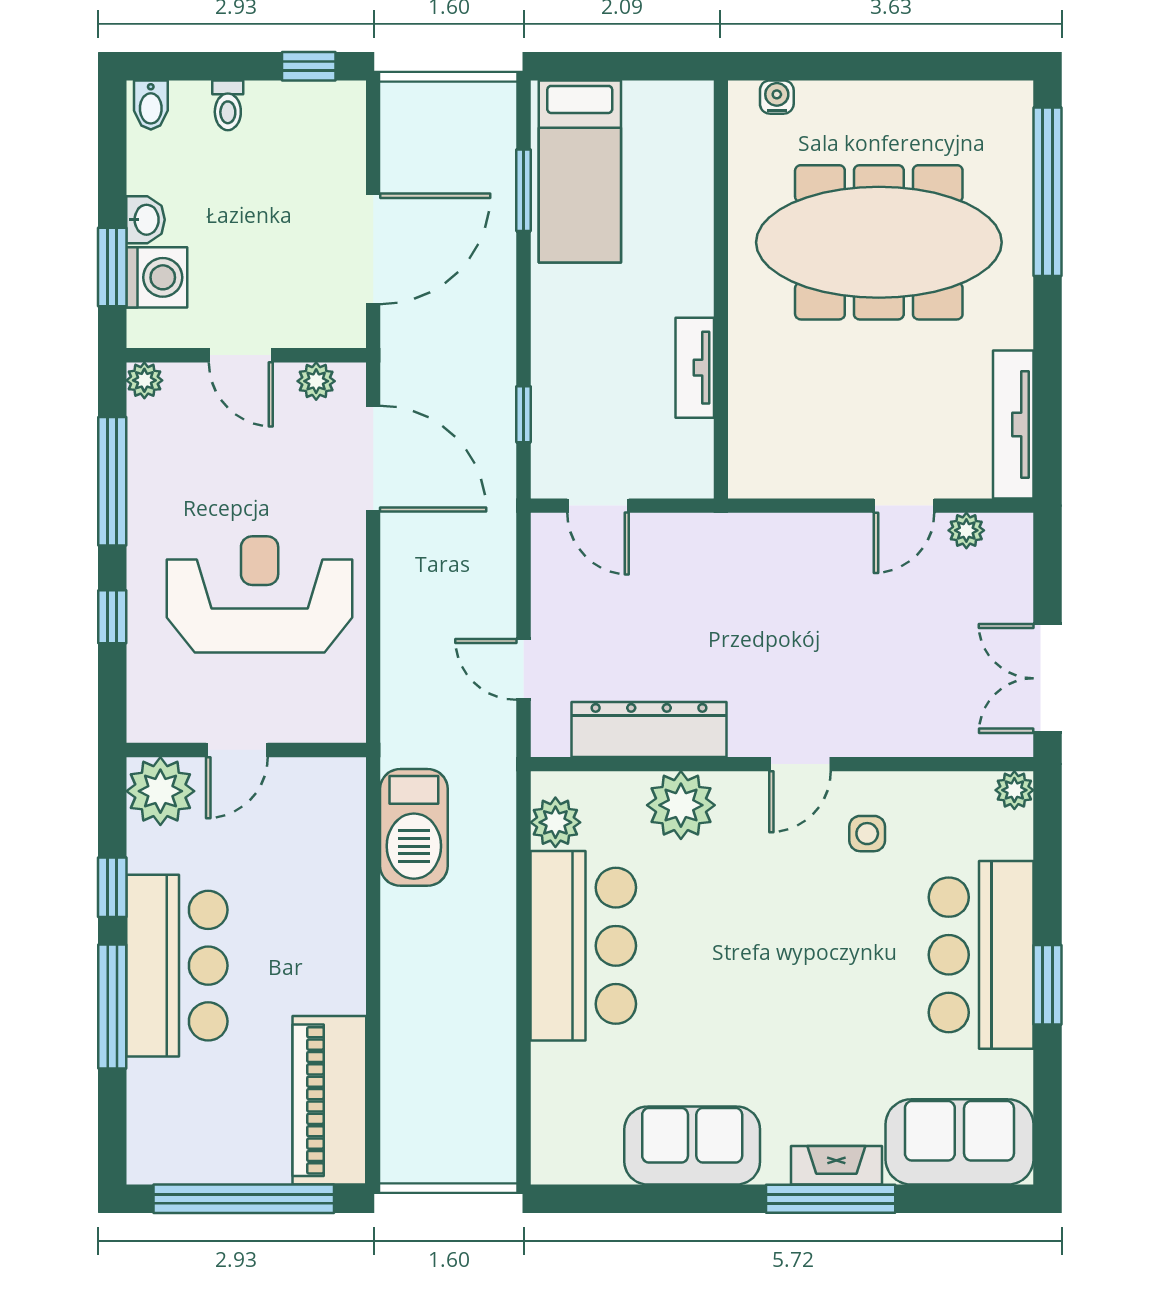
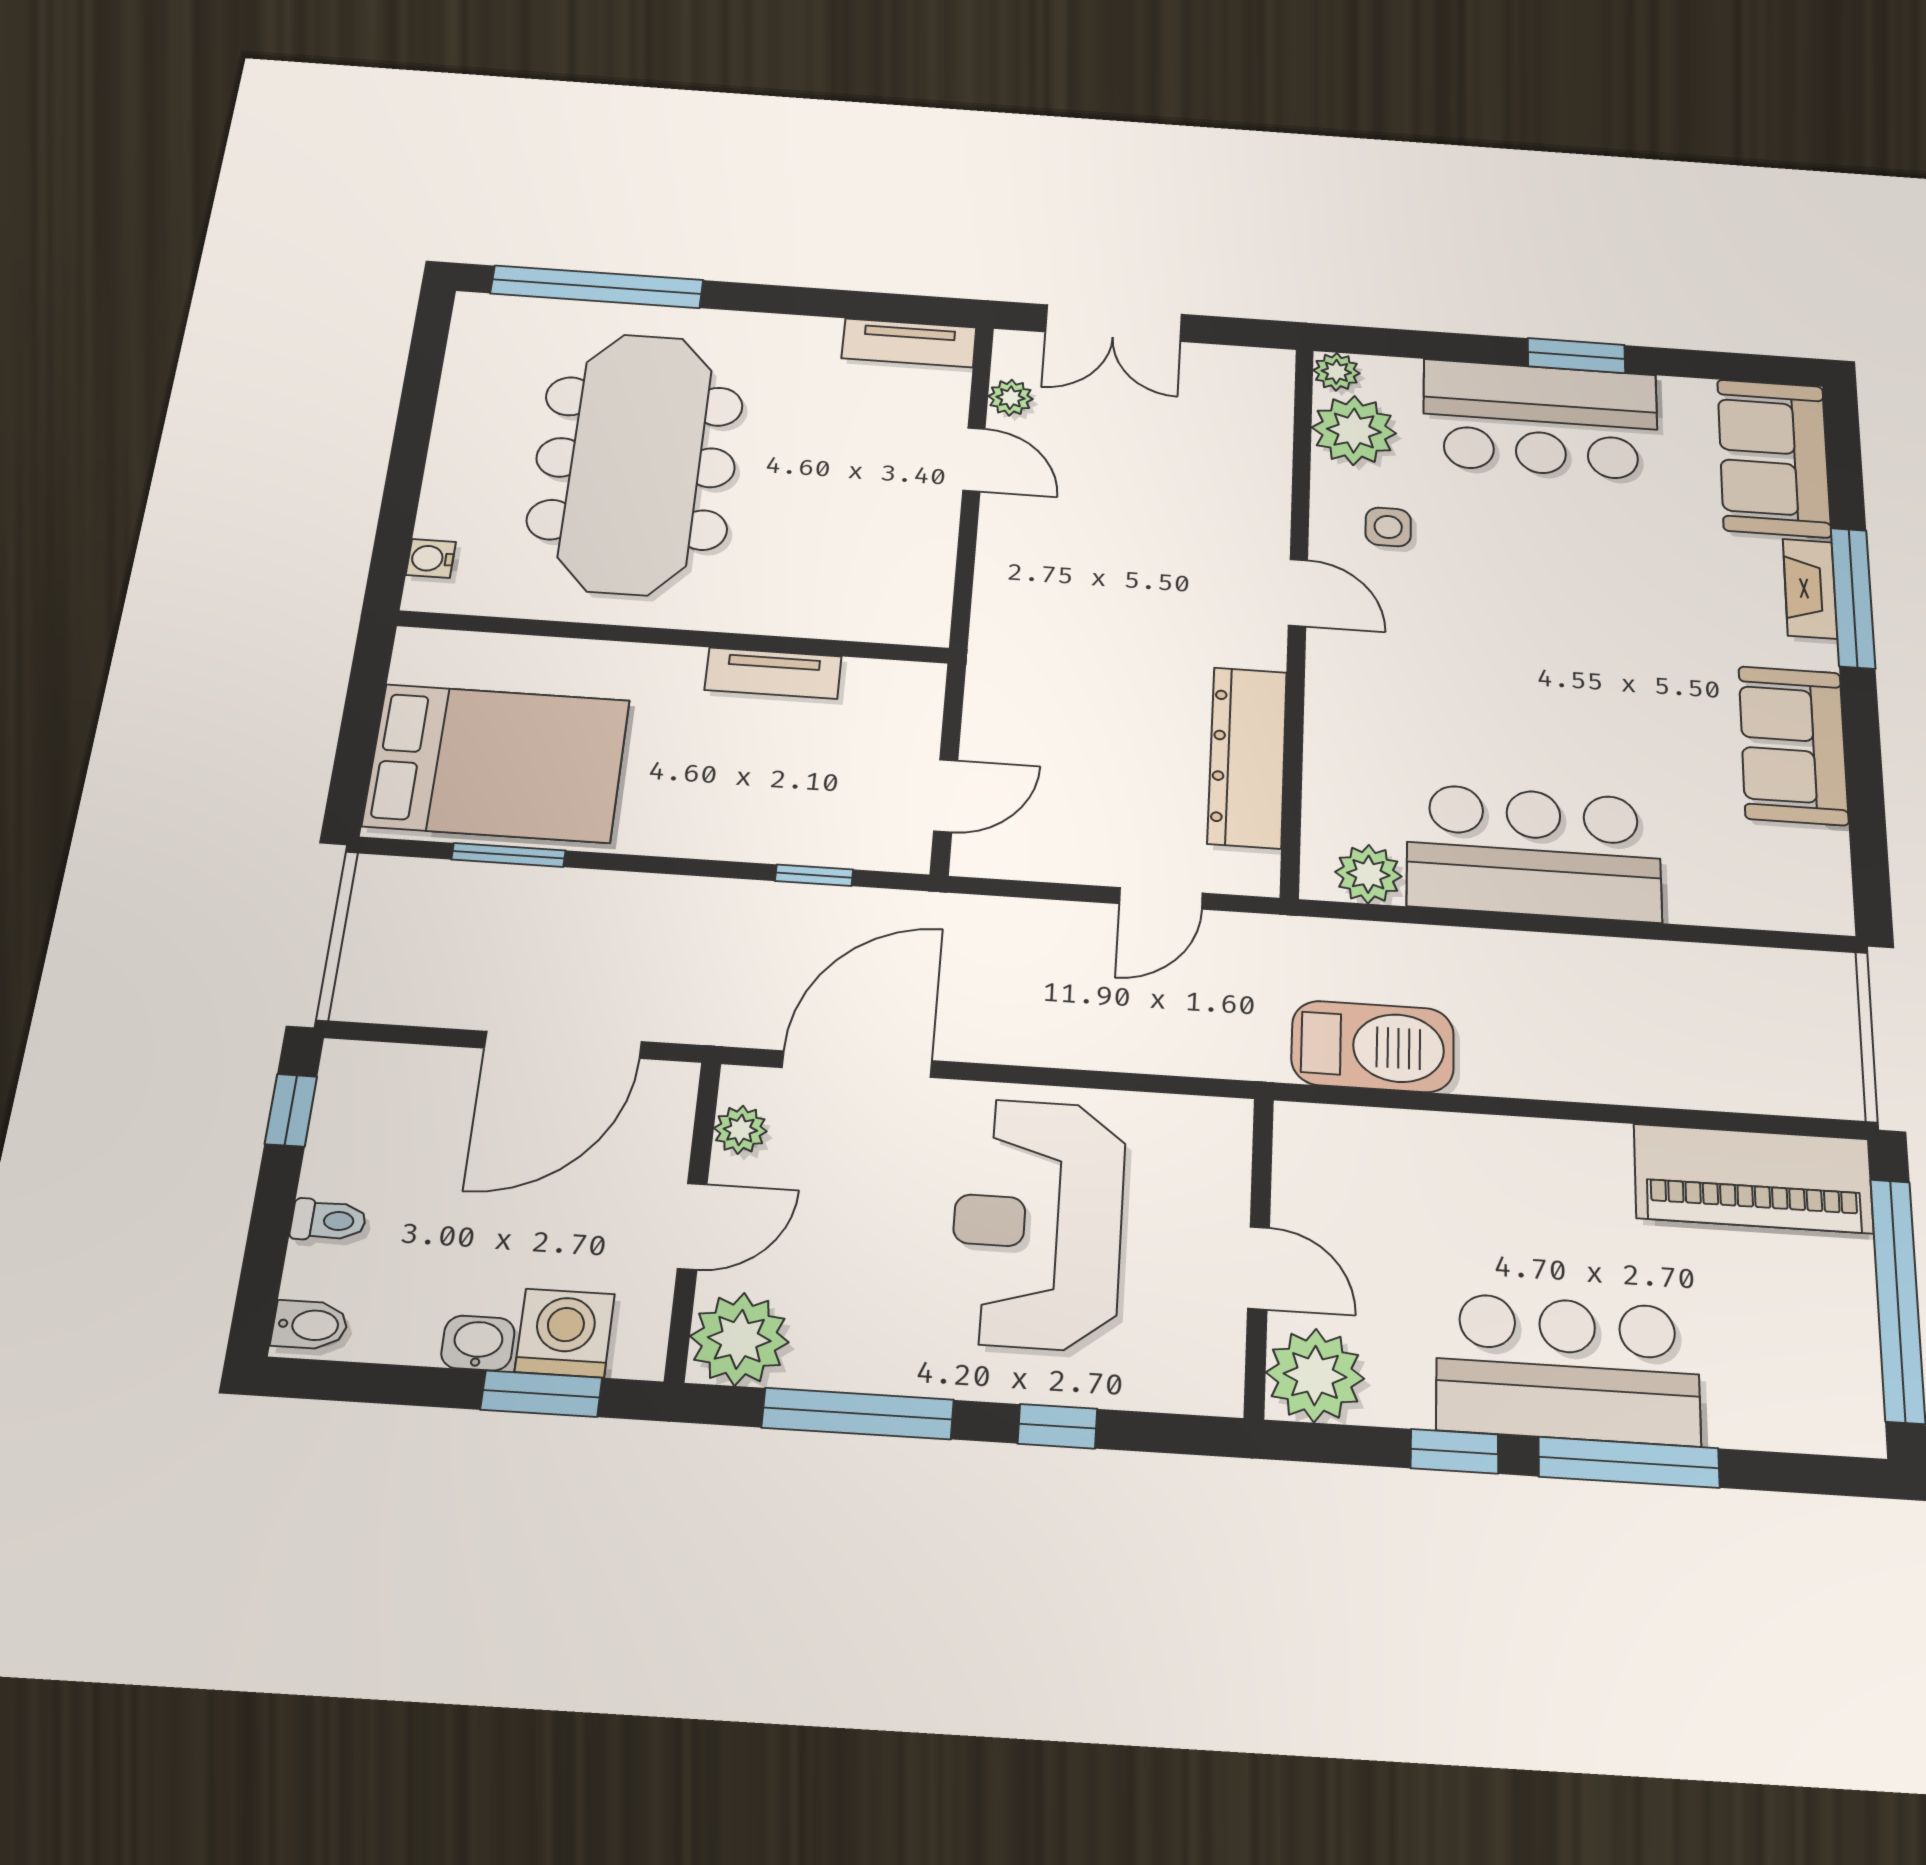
bed: (580, 171) -> (497, 763), width x1.50
door: (373, 249) -> (563, 1045), swing flipped
plant: (144, 380) -> (739, 1339), width x1.88, depth x1.88
tv unit: (1013, 424) -> (909, 343), width x0.71
double door: (1047, 678) -> (1113, 323), moved
plant: (681, 805) -> (1354, 430), moved

